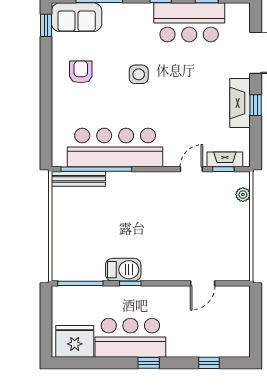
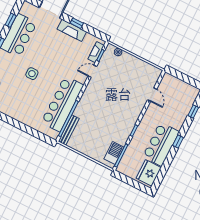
armchair: (81, 72) -> (16, 102), removed
door: (191, 169) -> (92, 71), hinge flipped
barbecue: (123, 270) -> (114, 153), moved

